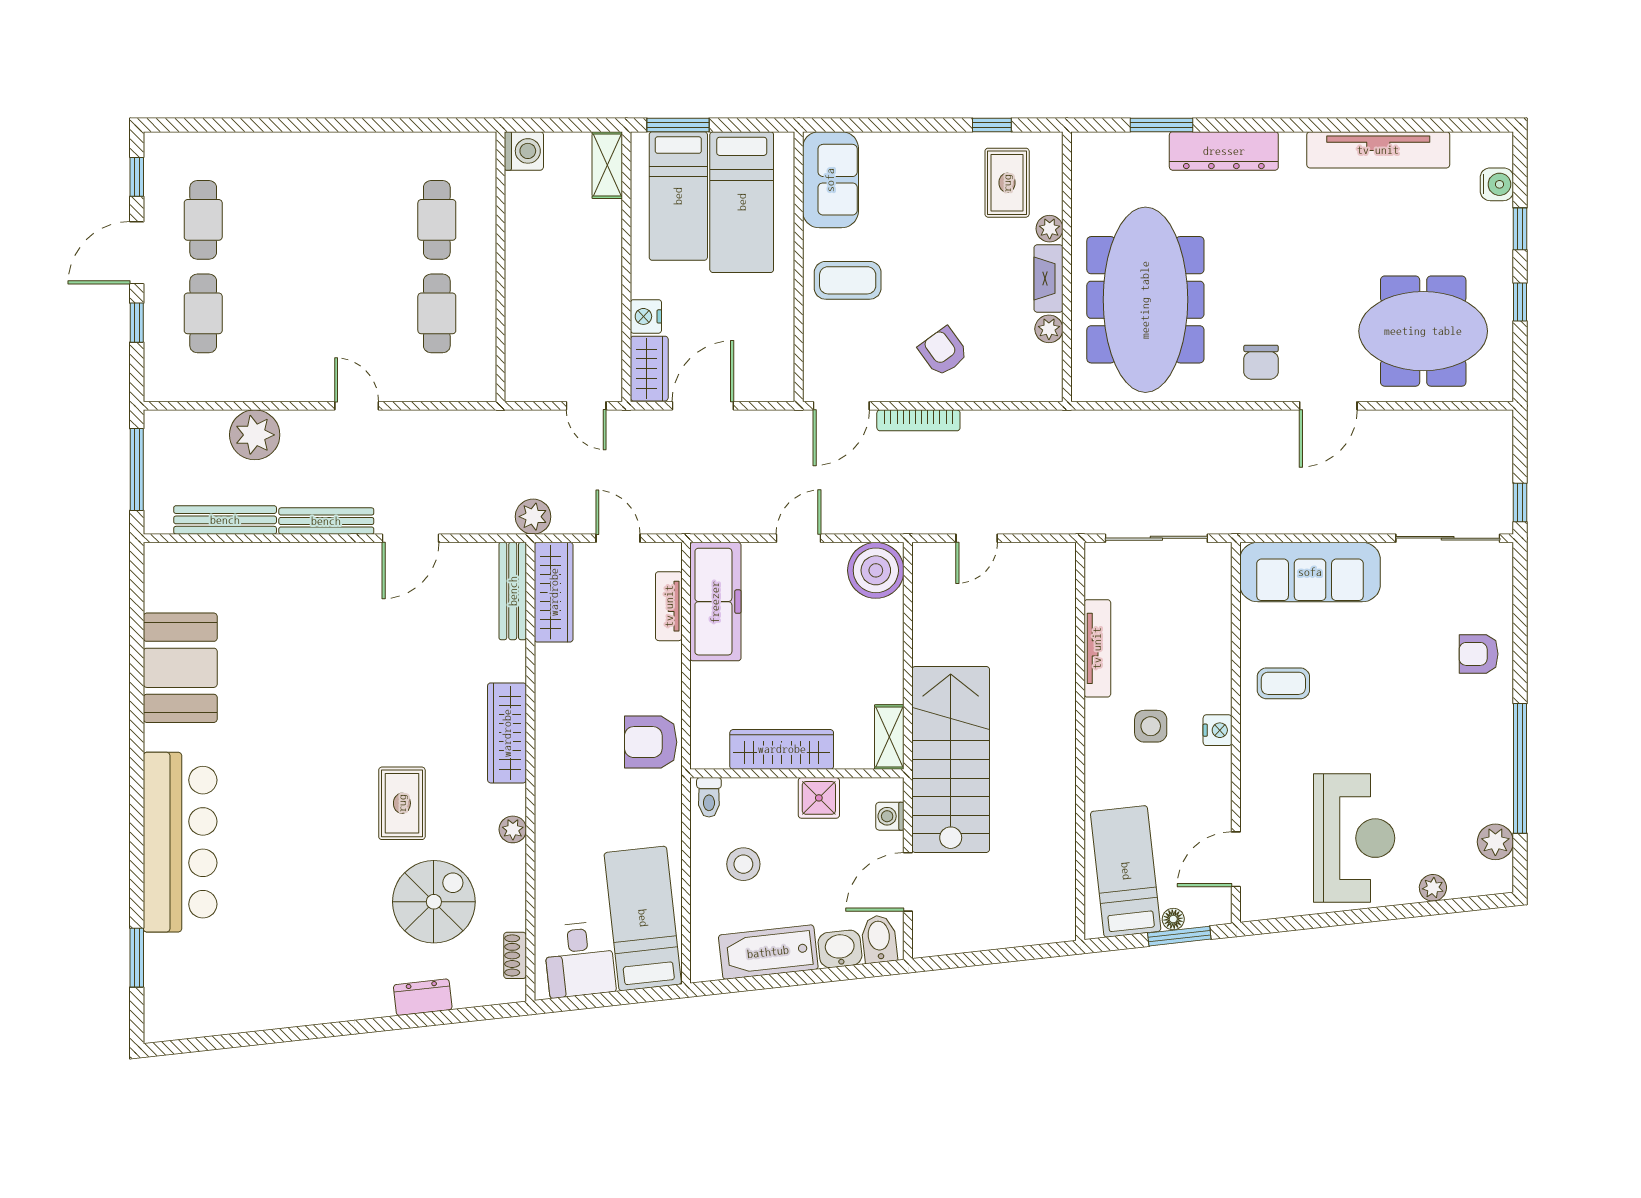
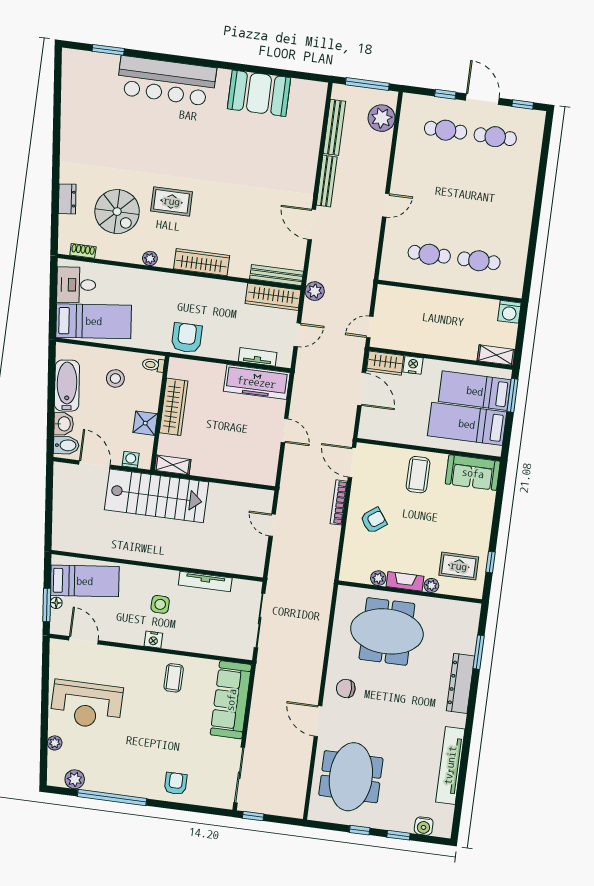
meeting table: (1145, 300) -> (387, 631), width x0.73
plant: (255, 435) -> (382, 118), moved
boiler: (876, 570) -> (262, 469), removed

